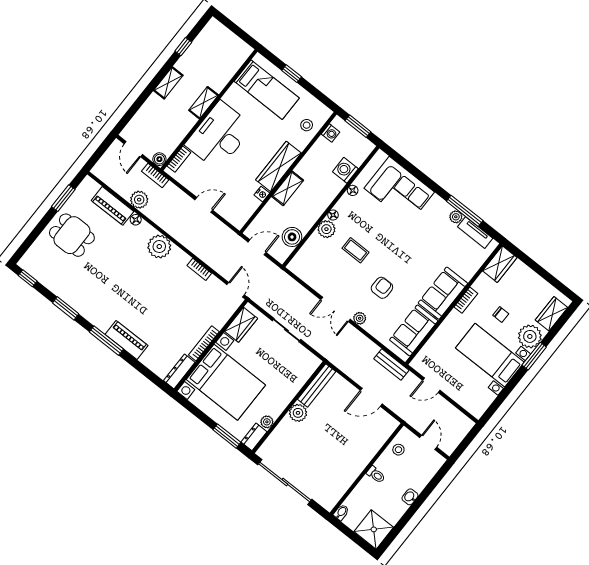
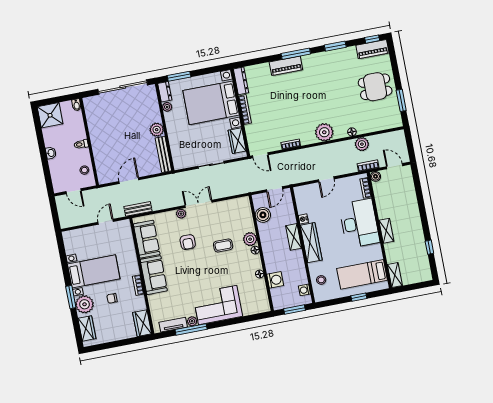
shelving: (168, 83) -> (395, 275), moved
corner sofa: (399, 190) -> (218, 305), moved
piano: (112, 206) -> (372, 49), moved, turned 180

